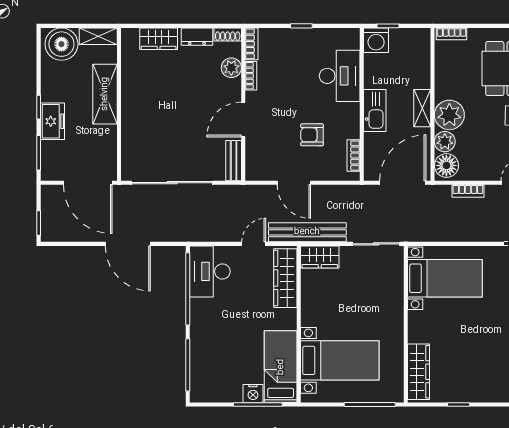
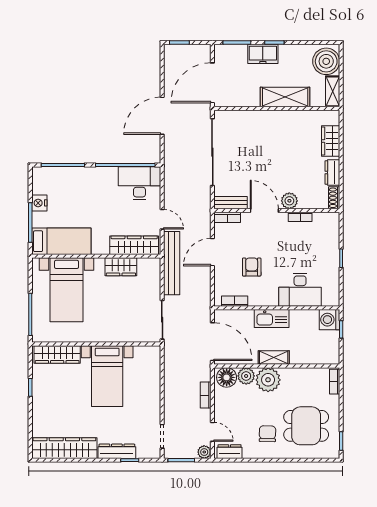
bookcase: (252, 44) -> (227, 217), moved
plant: (231, 68) -> (289, 201), moved
wardrobe: (320, 257) -> (121, 267), moved, turned -90
bed with nightstands: (445, 278) -> (107, 376), moved
nightstand: (253, 394) -> (39, 203), moved

